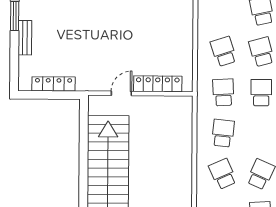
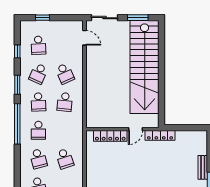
locker: (54, 84) -> (160, 135), moved
school desk: (223, 92) -> (38, 102), moved

